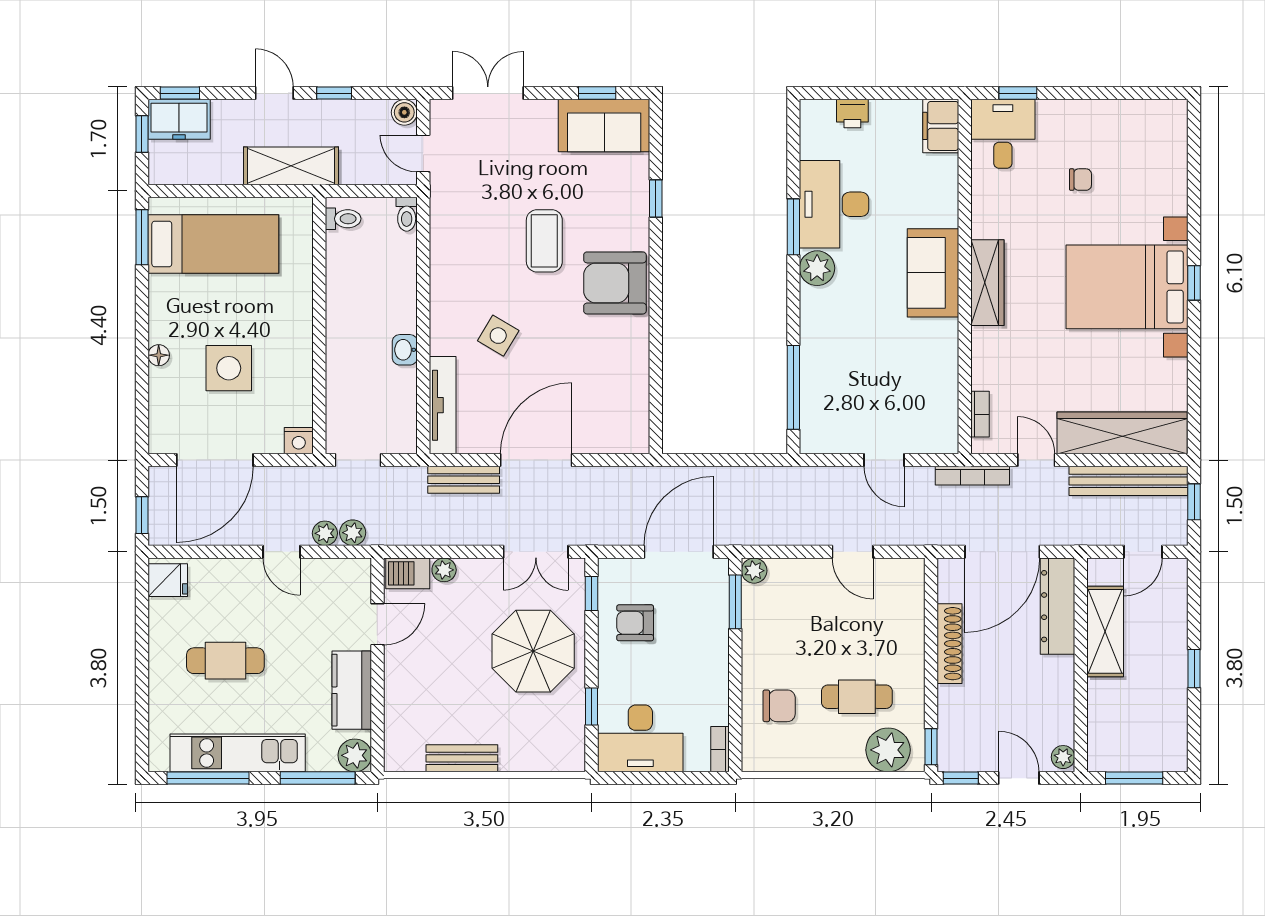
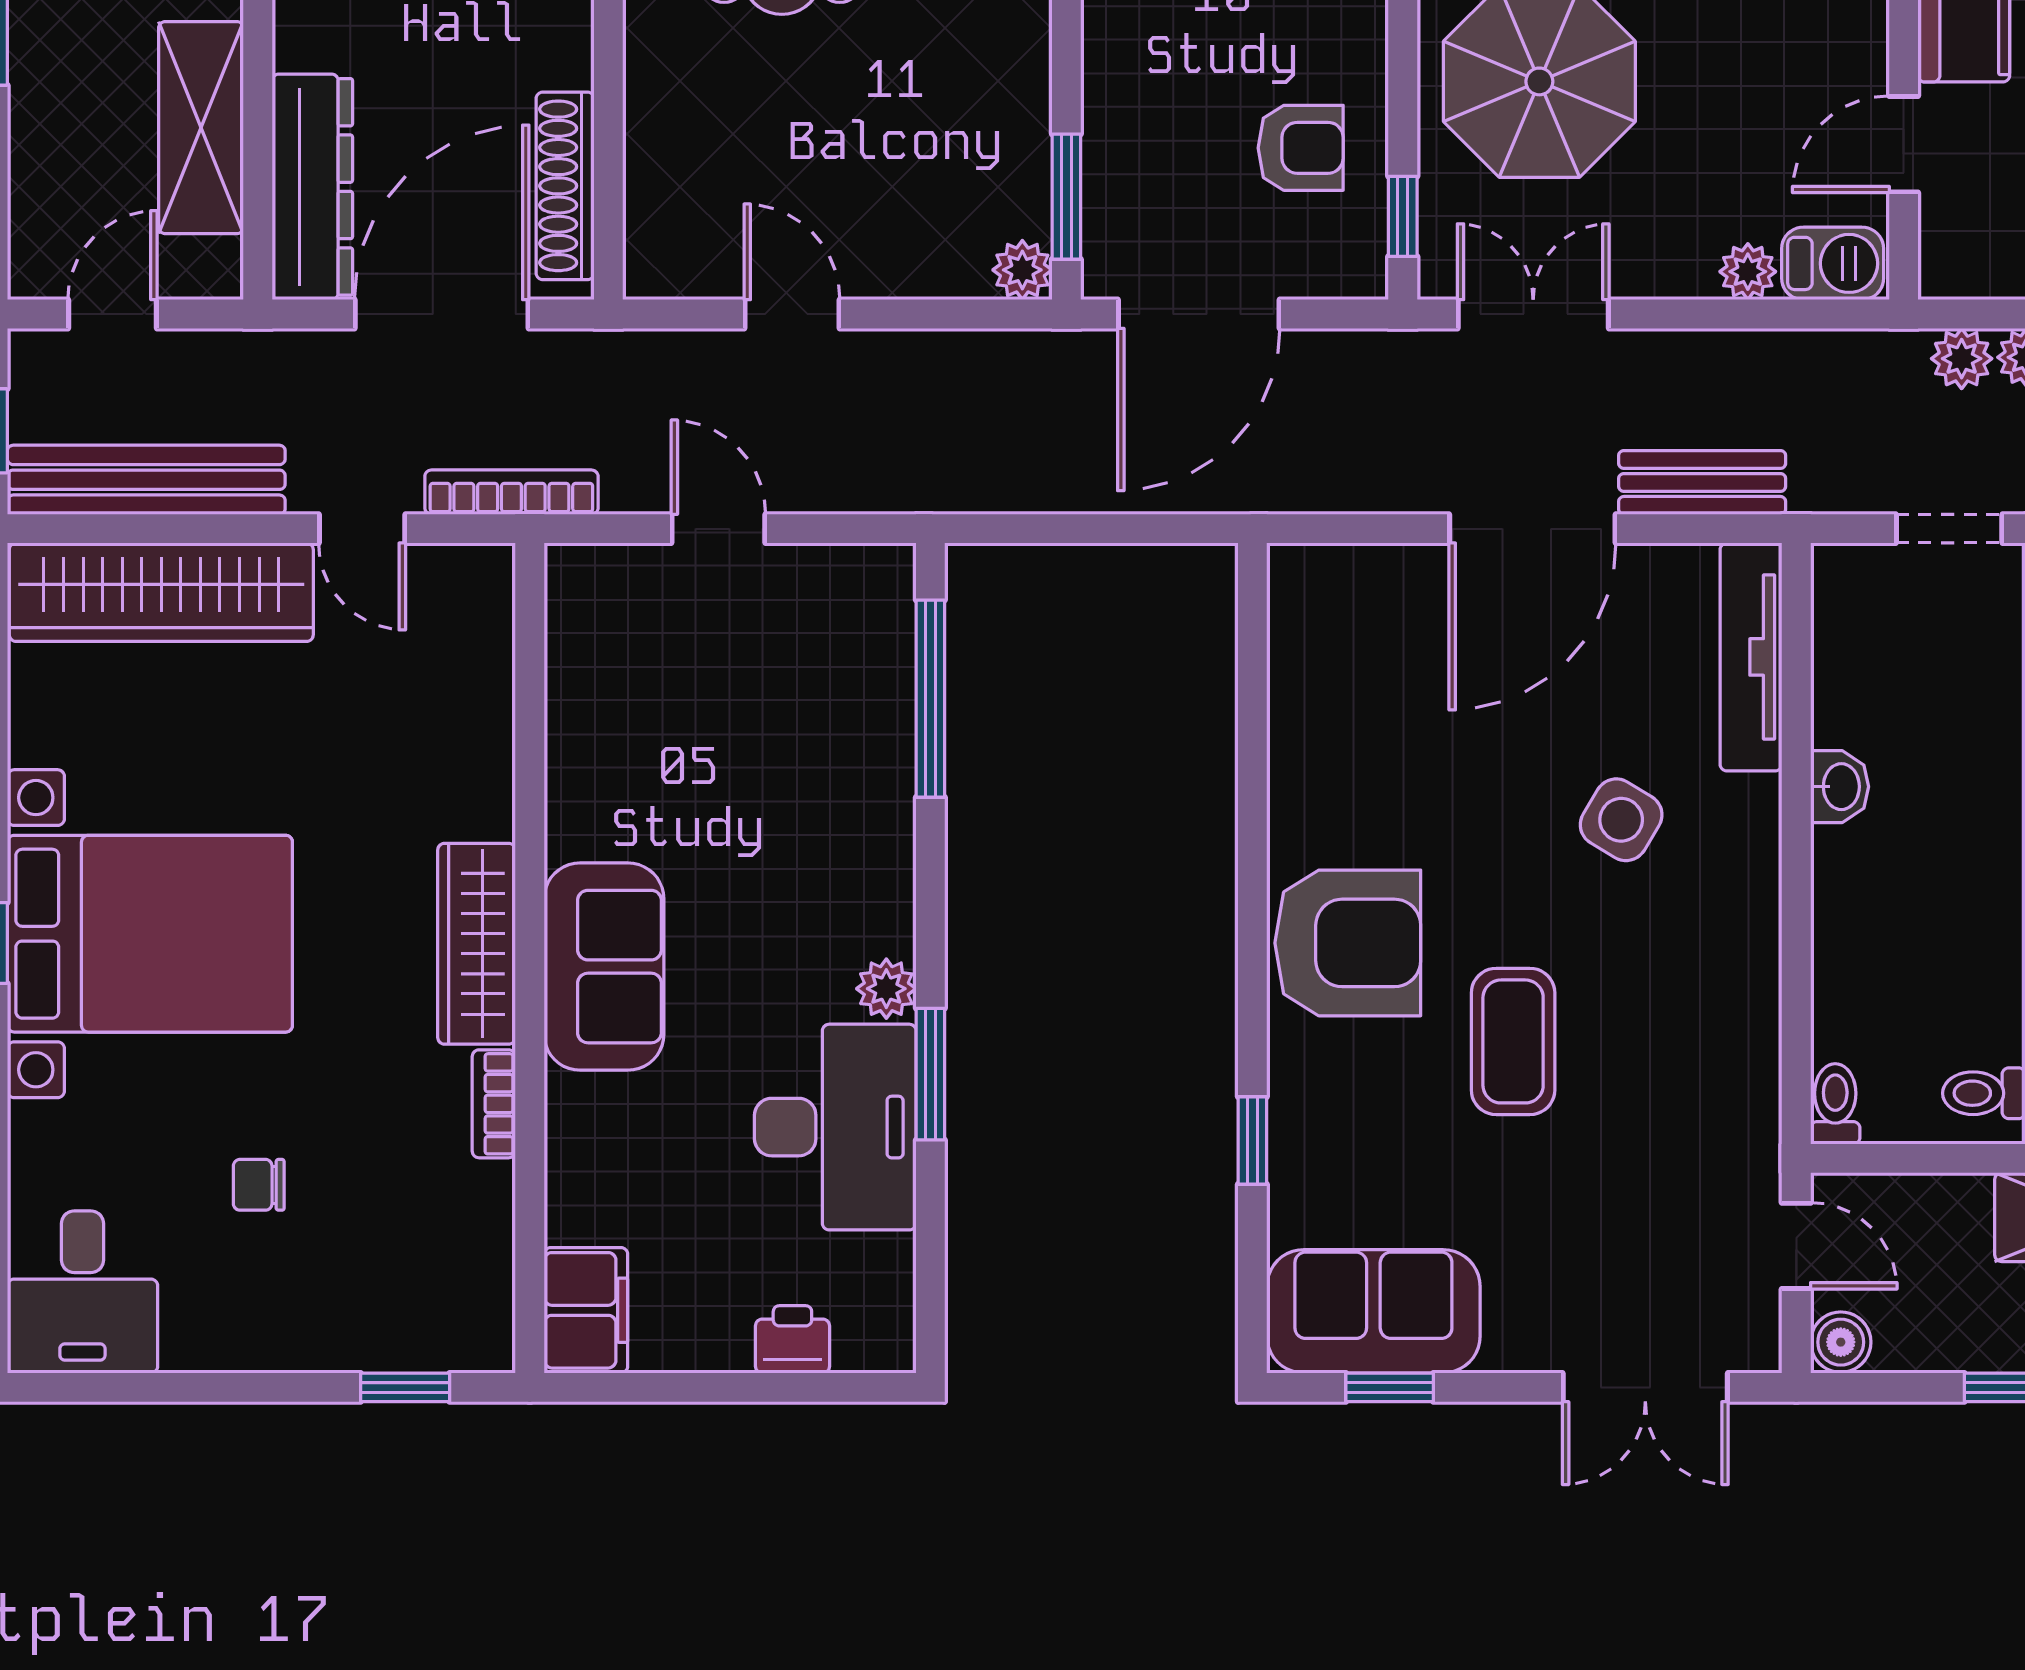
desk: (1003, 134) -> (82, 1292), moved
plant: (817, 268) -> (886, 989), width x0.73, depth x0.73
bookcase: (980, 414) -> (494, 1104), moved
shoe rack: (950, 644) -> (565, 186), moved

